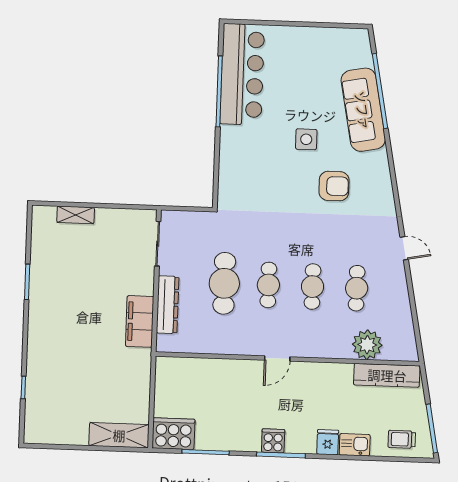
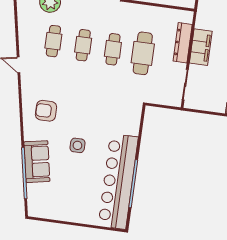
bar counter: (242, 74) -> (118, 181), width x1.36
sofa: (363, 110) -> (37, 162), width x0.73
armchair: (334, 186) -> (46, 111), moved
filing cabinet: (140, 321) -> (201, 47), moved

